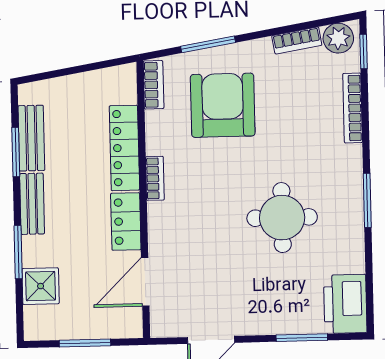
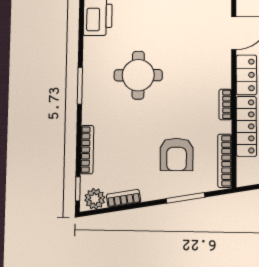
bookcase: (154, 85) -> (225, 161), width x1.56
armchair: (223, 105) -> (177, 154), width x0.73, depth x0.73

